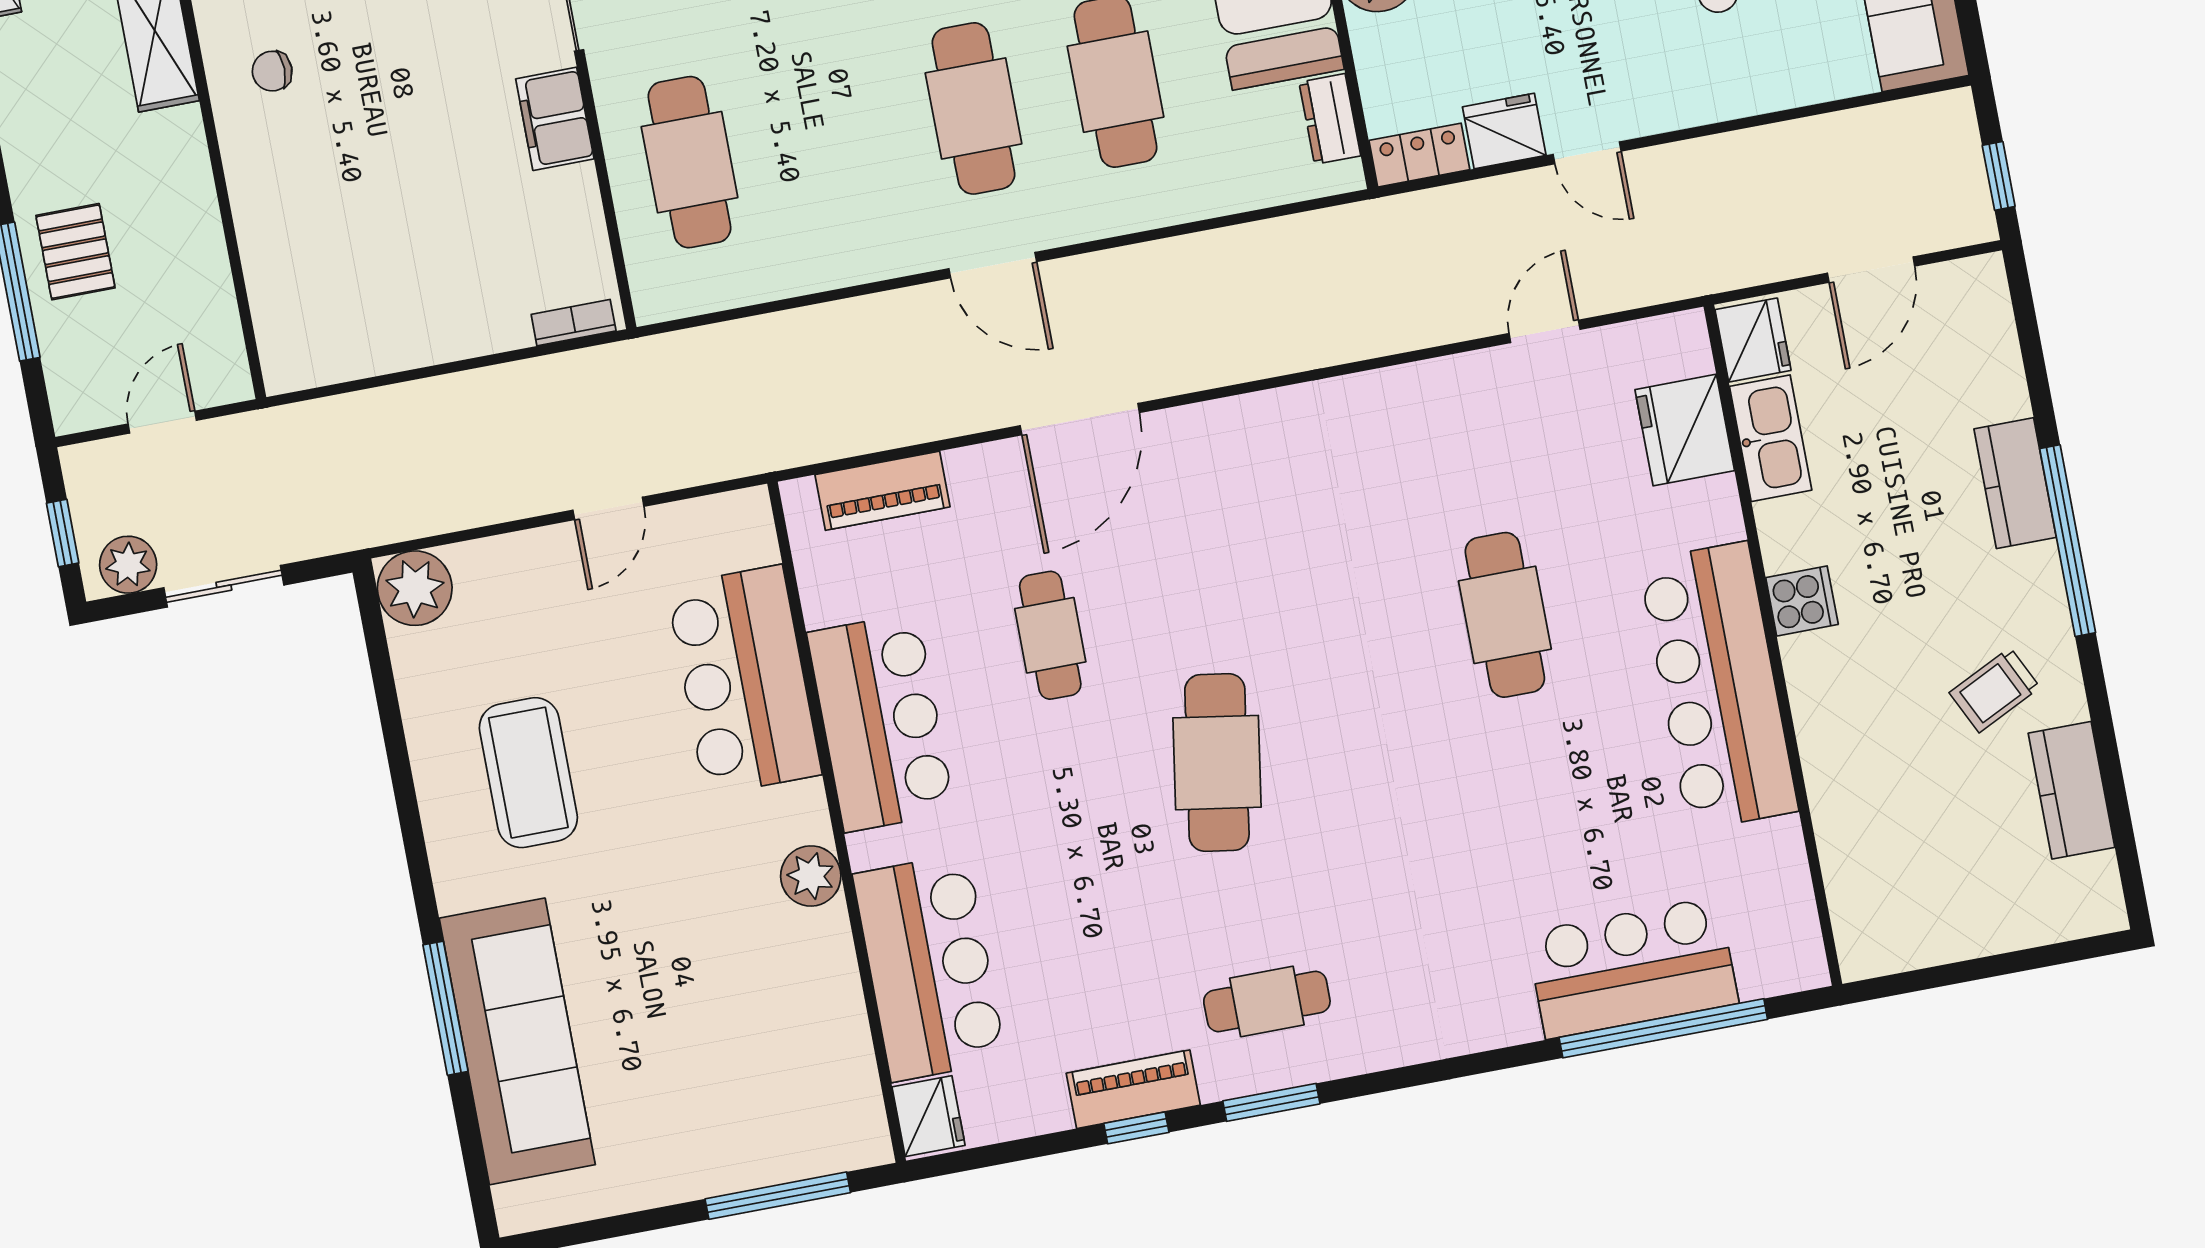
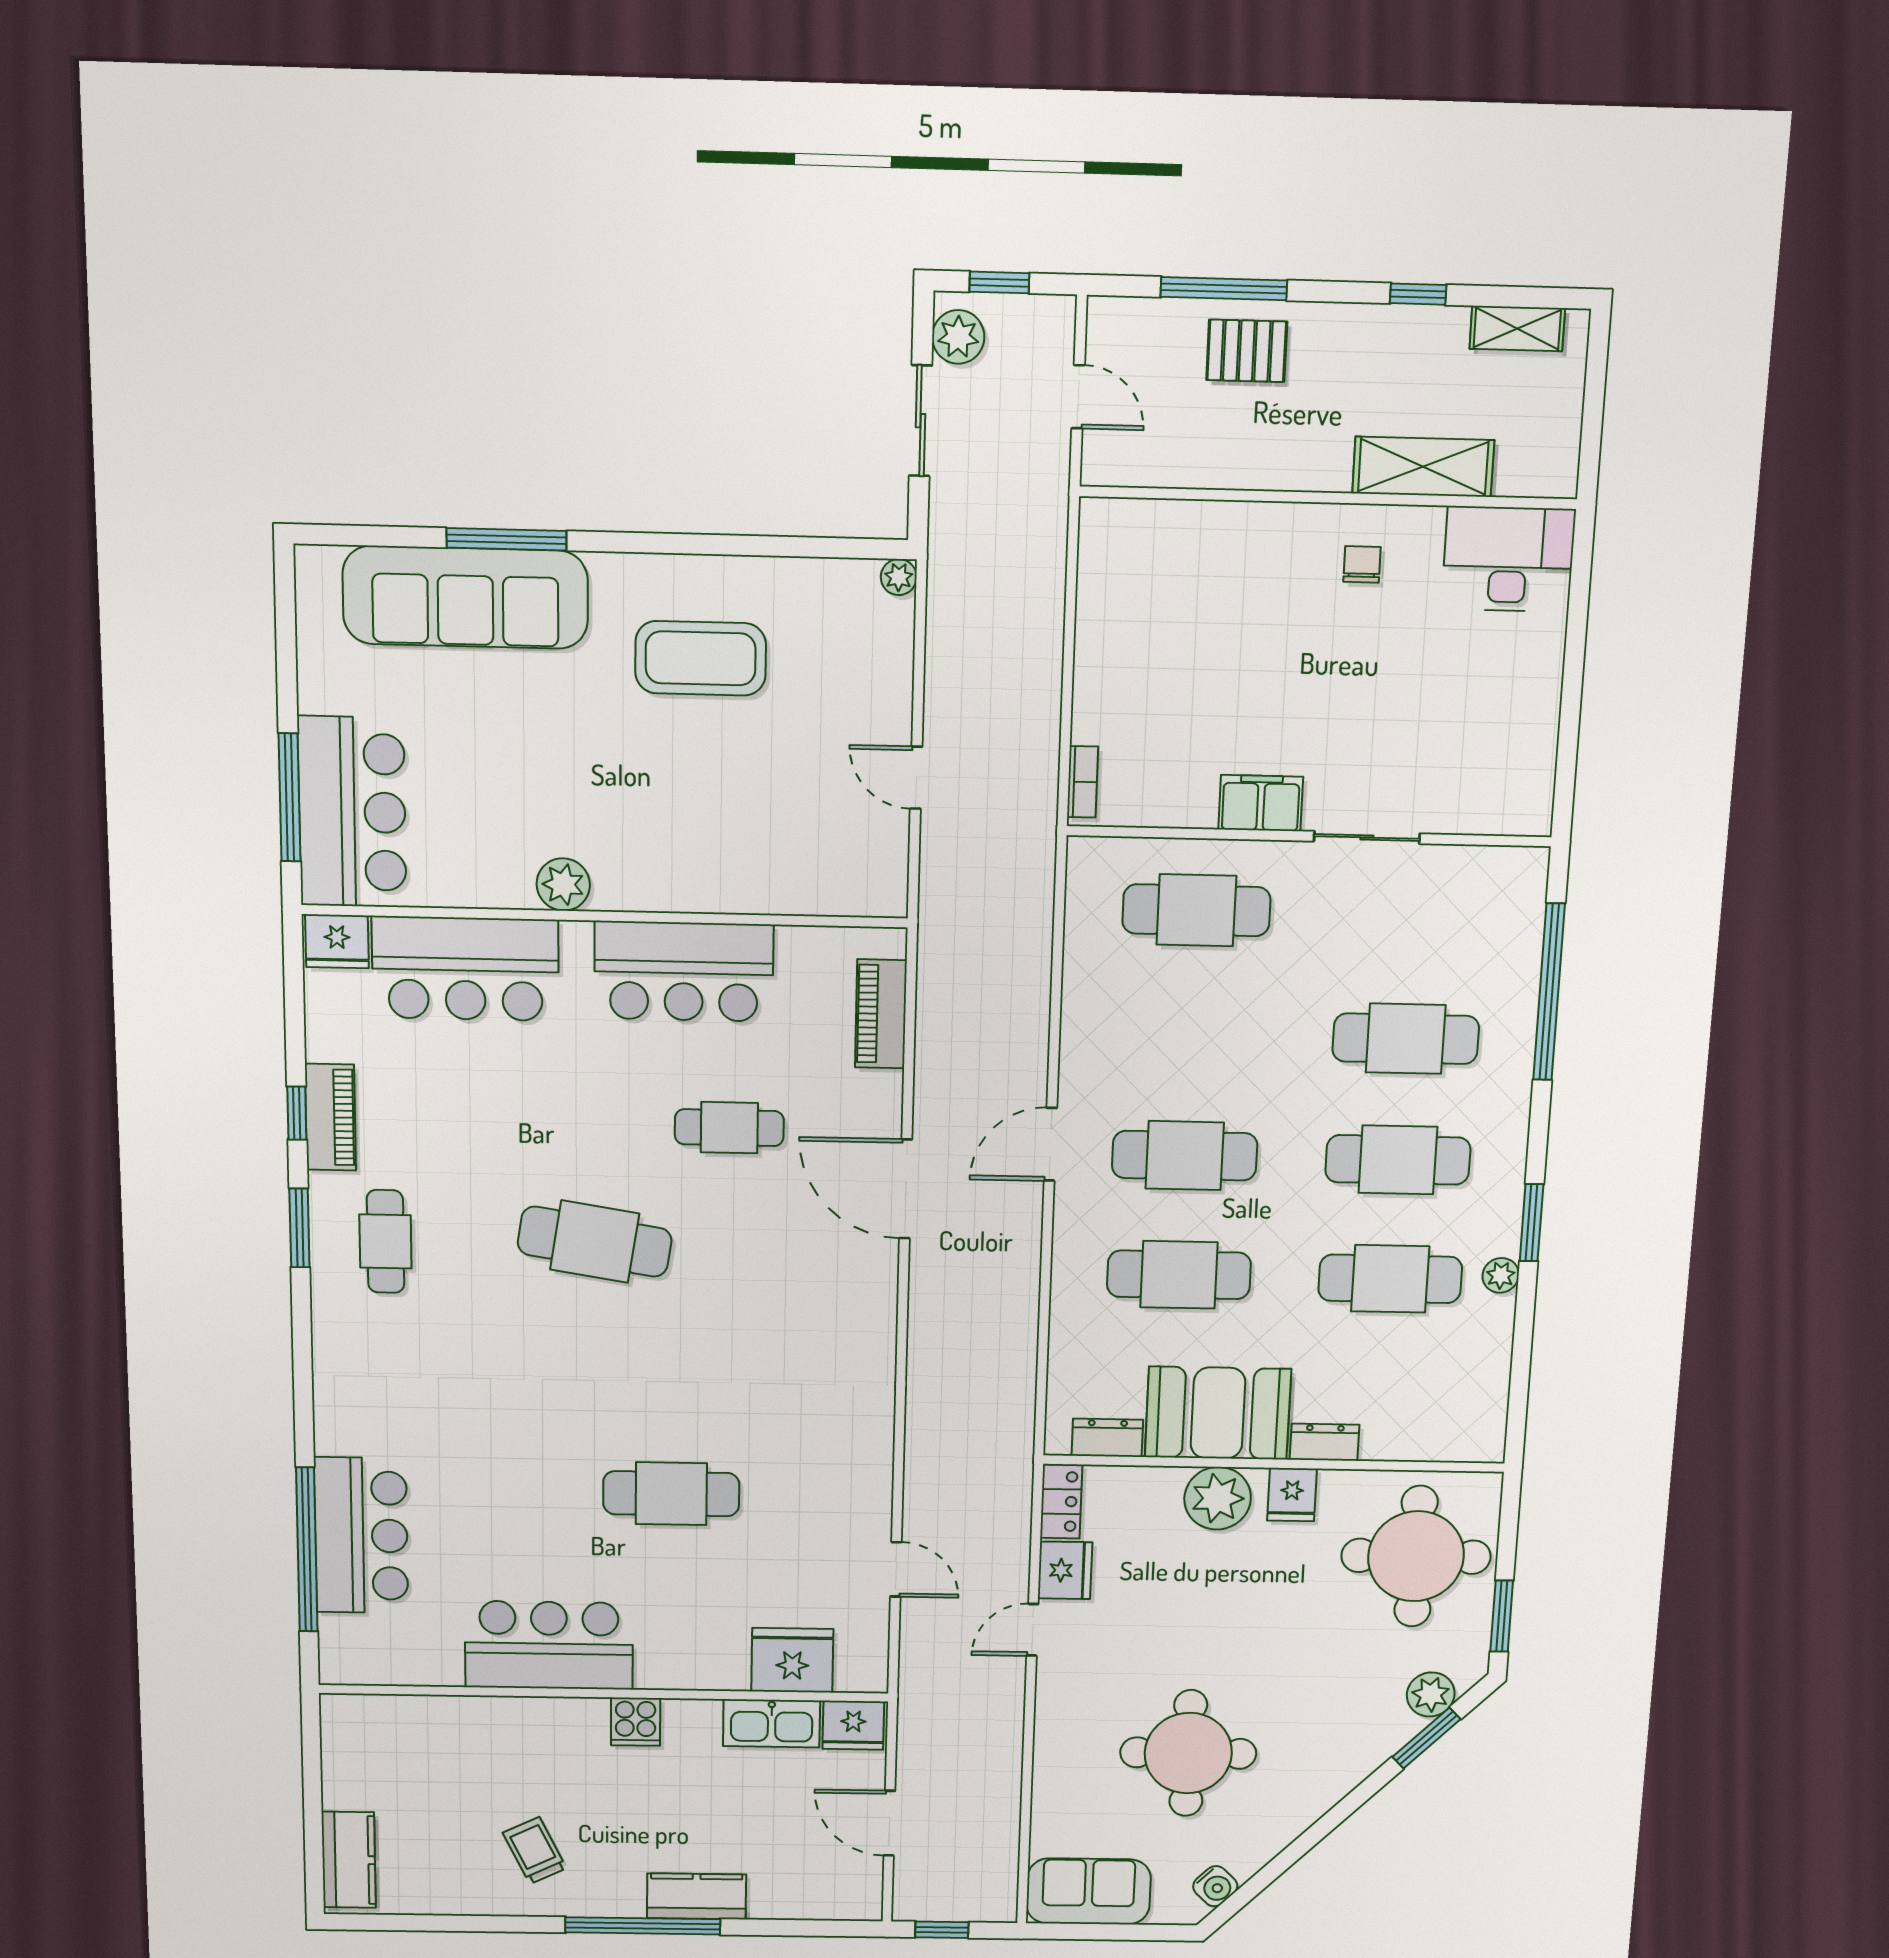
plant: (415, 588) -> (899, 577), width x0.53, depth x0.53
bar counter: (744, 680) -> (352, 812), moved, turned 90
bar counter: (1718, 686) -> (549, 1645), width x0.73
kitchen counter: (2071, 790) -> (349, 1860), moved, turned 90

